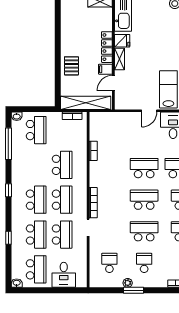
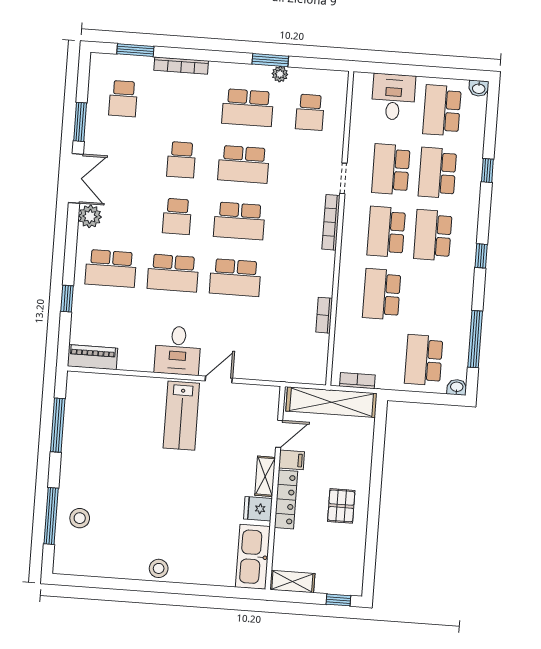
pallet: (71, 66) -> (341, 506), moved
school desk: (144, 263) -> (248, 108), width x1.85

